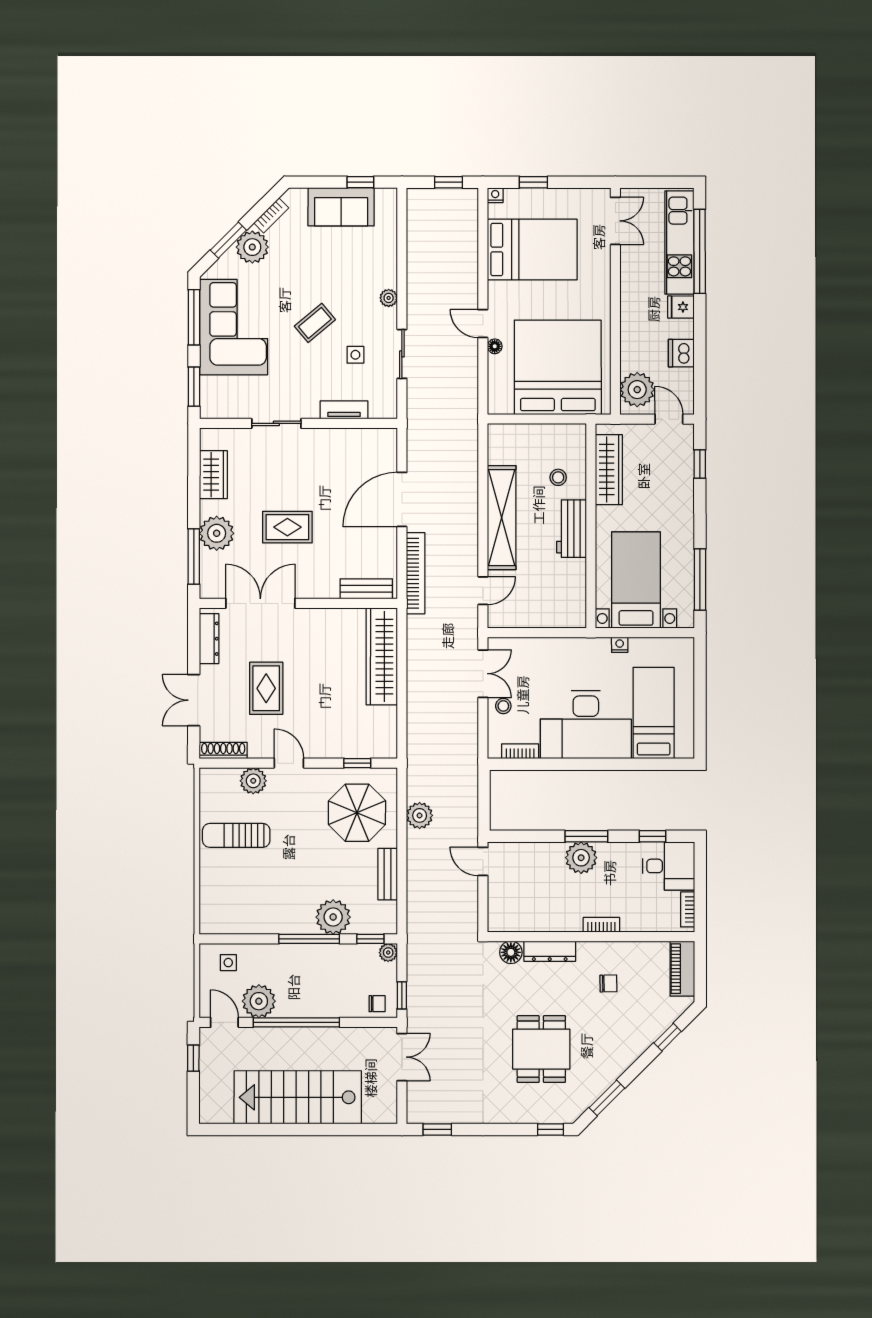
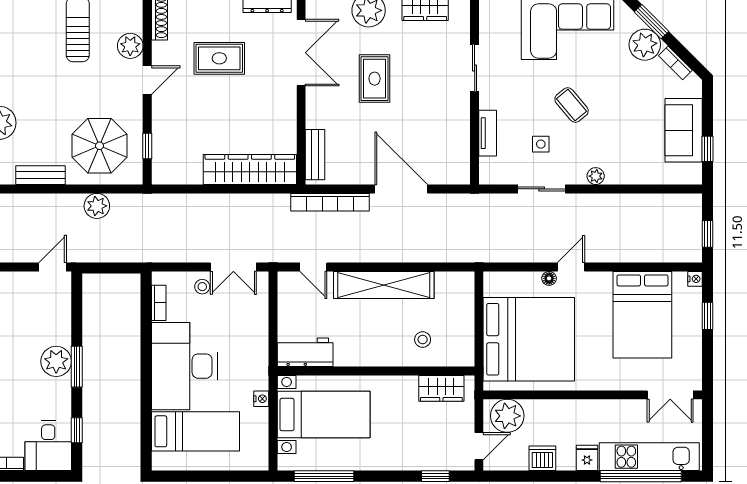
wardrobe: (609, 470) -> (441, 388), width x0.67
workbench: (571, 529) -> (305, 352), moved

